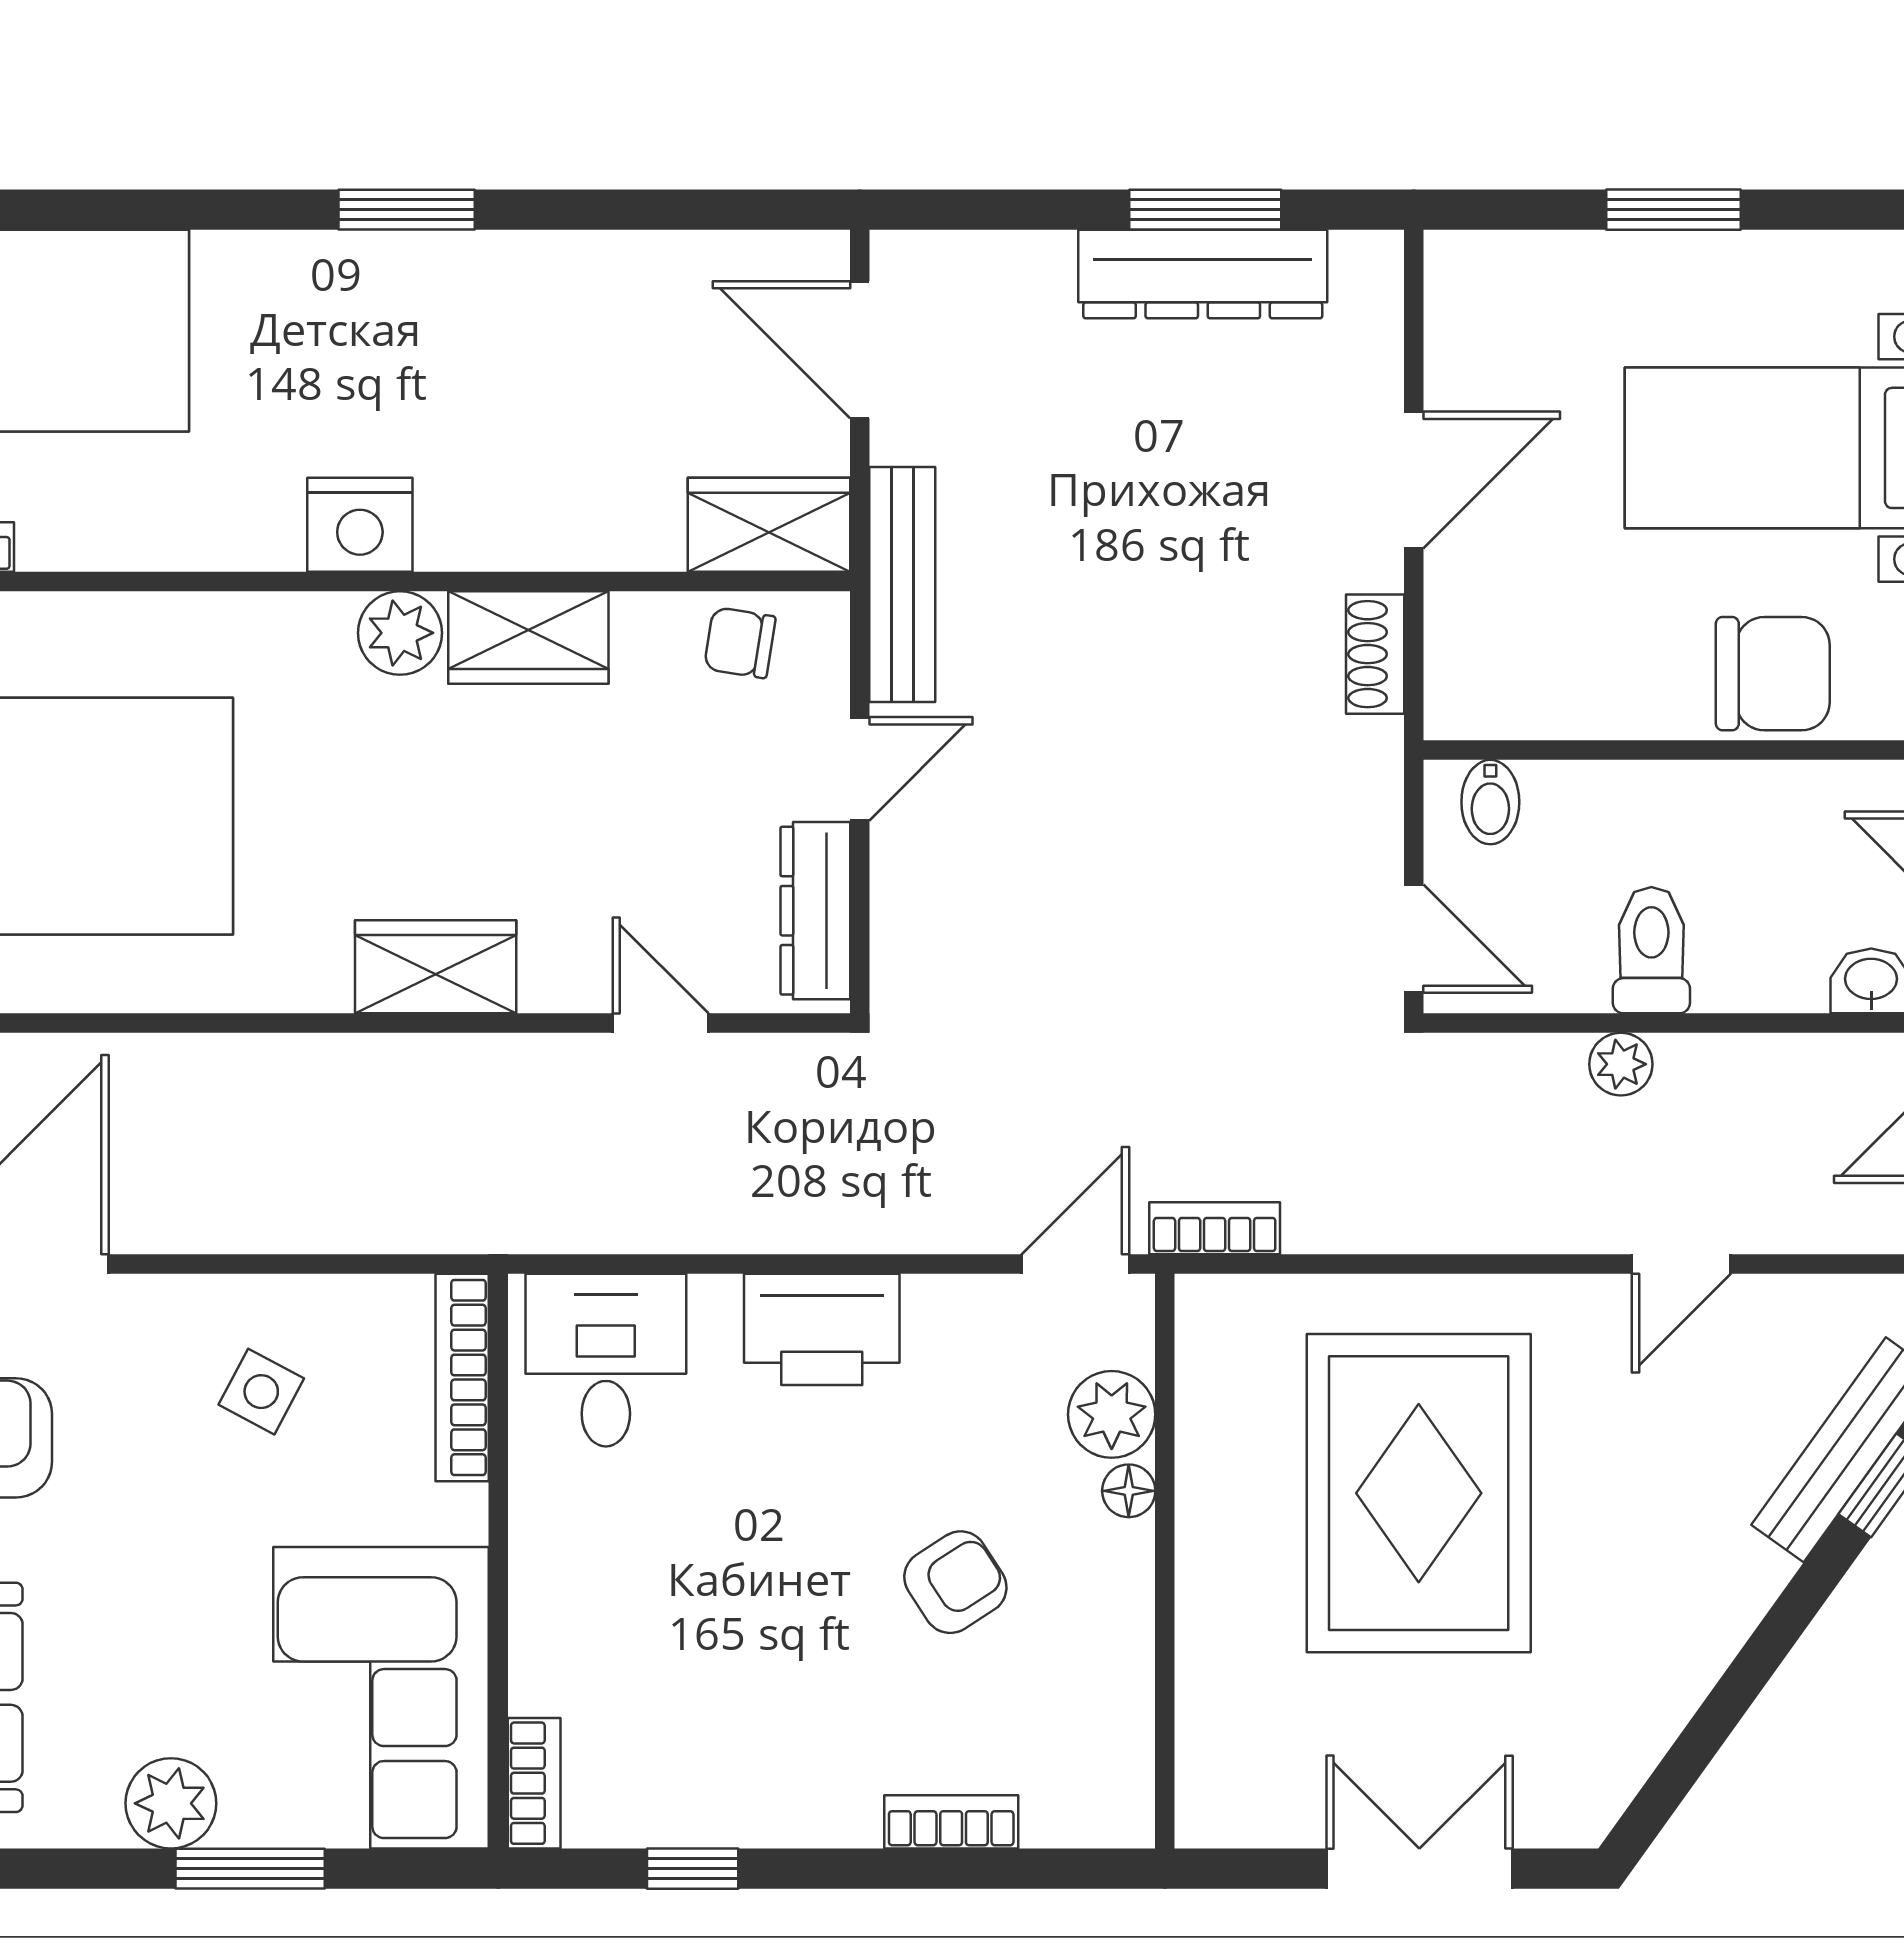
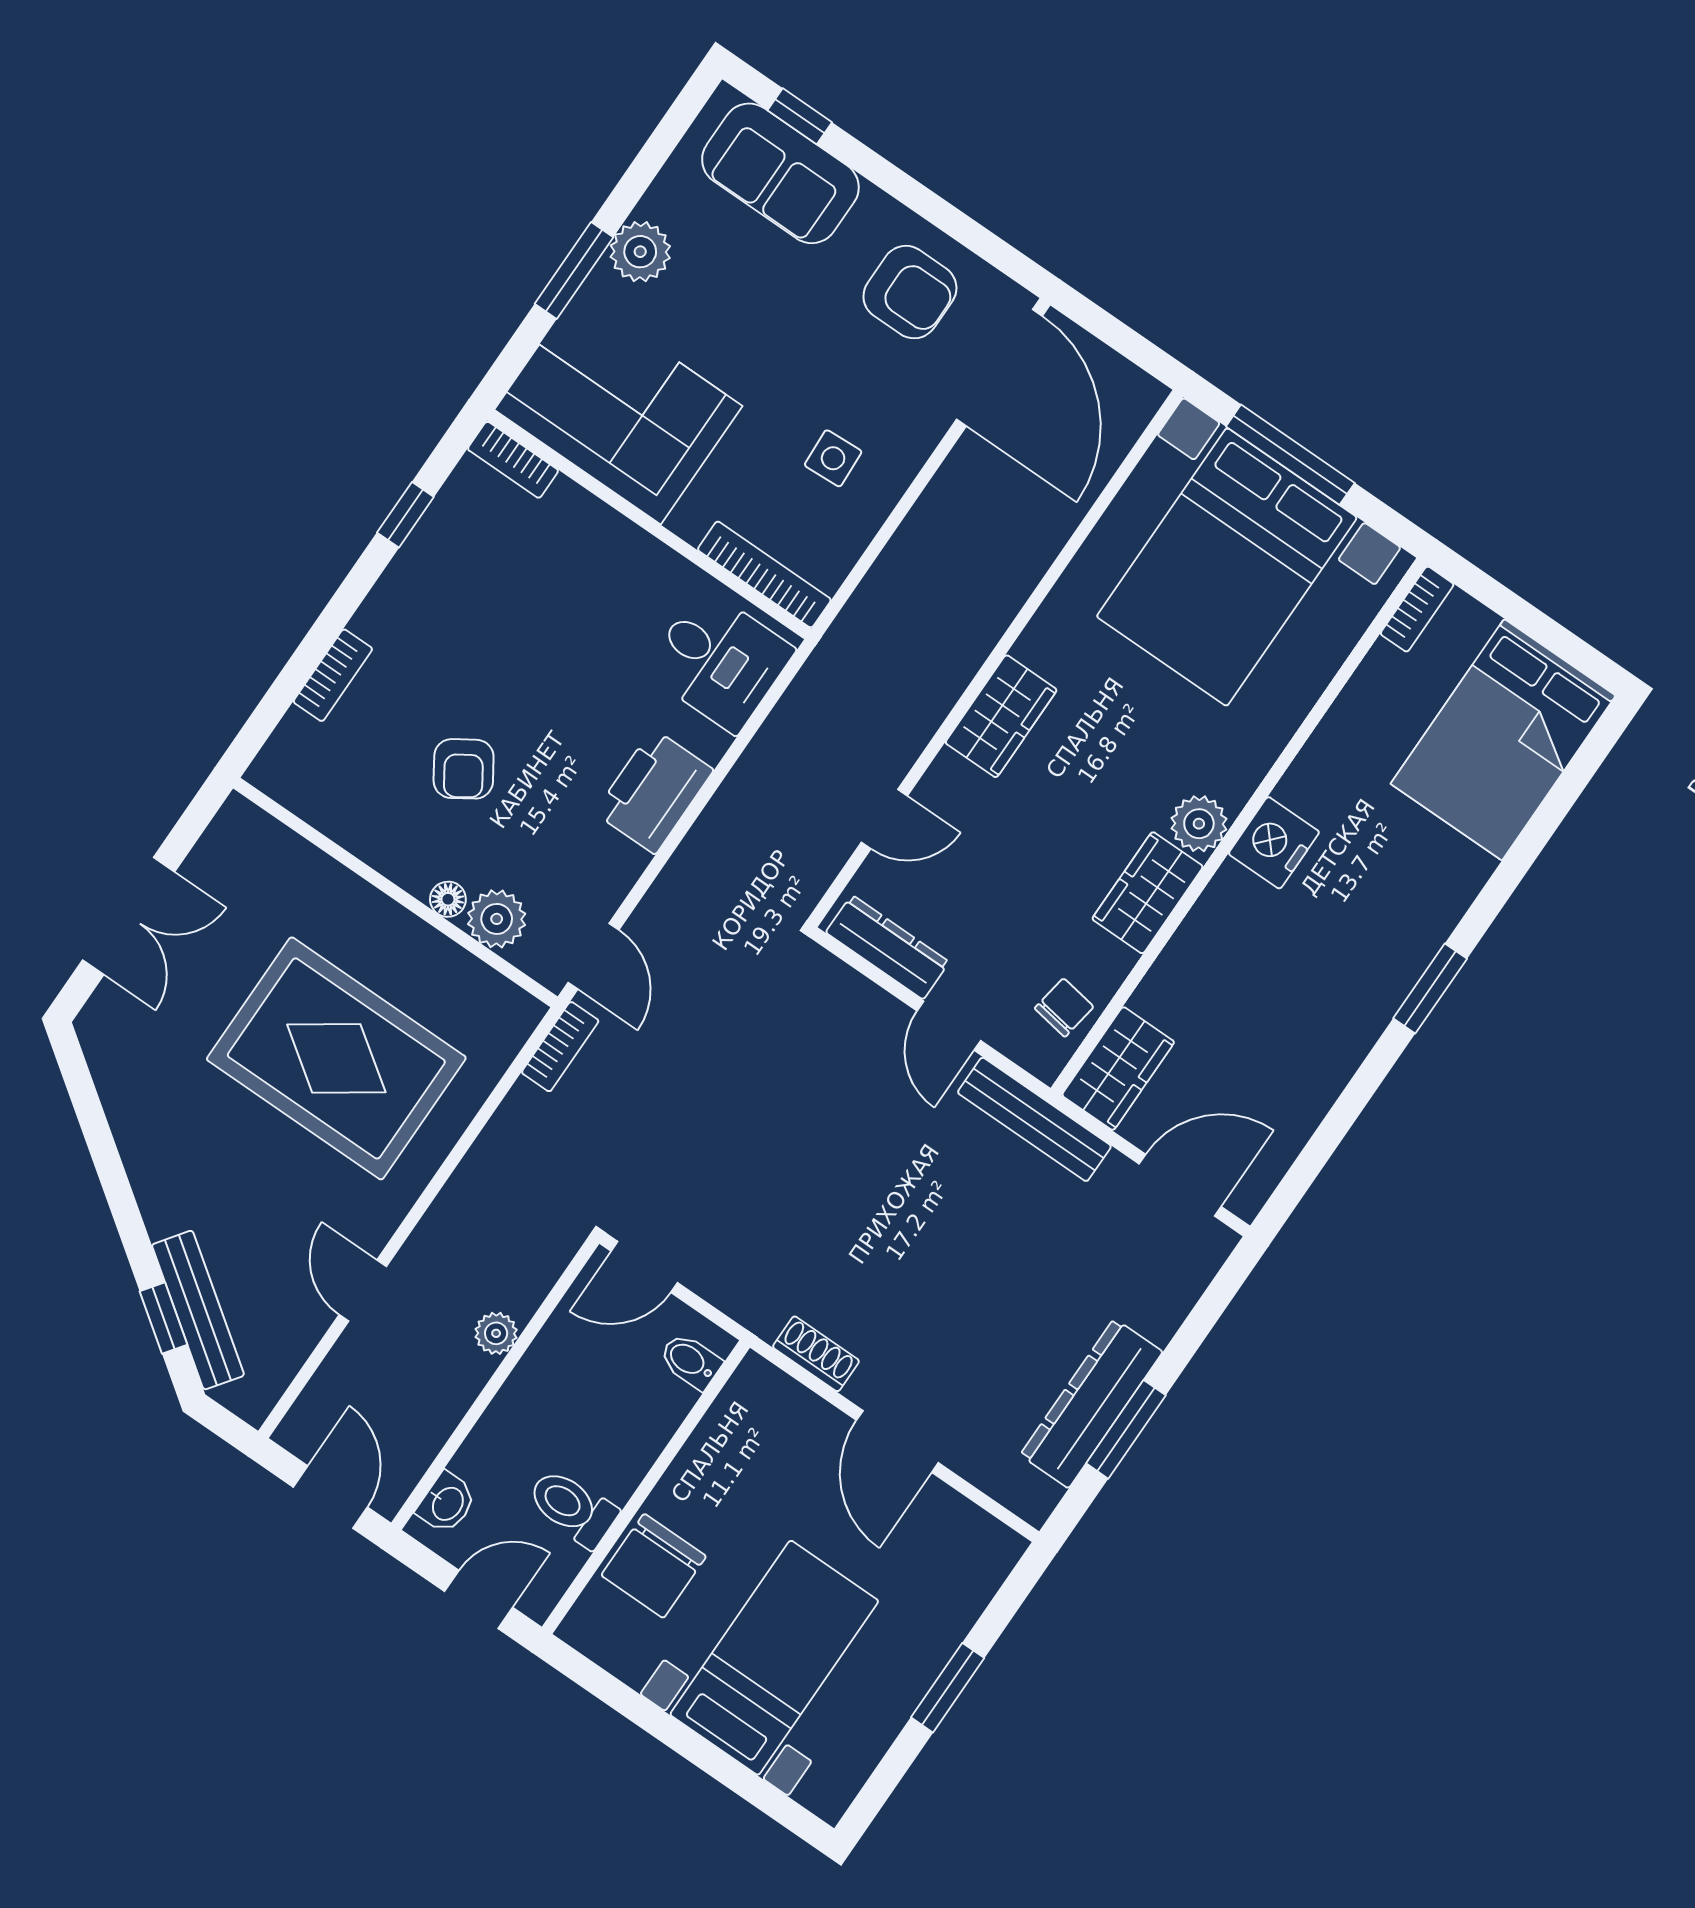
toilet: (1651, 950) -> (572, 1508), moved, turned 180
side table: (261, 1392) -> (833, 458), turned -31

